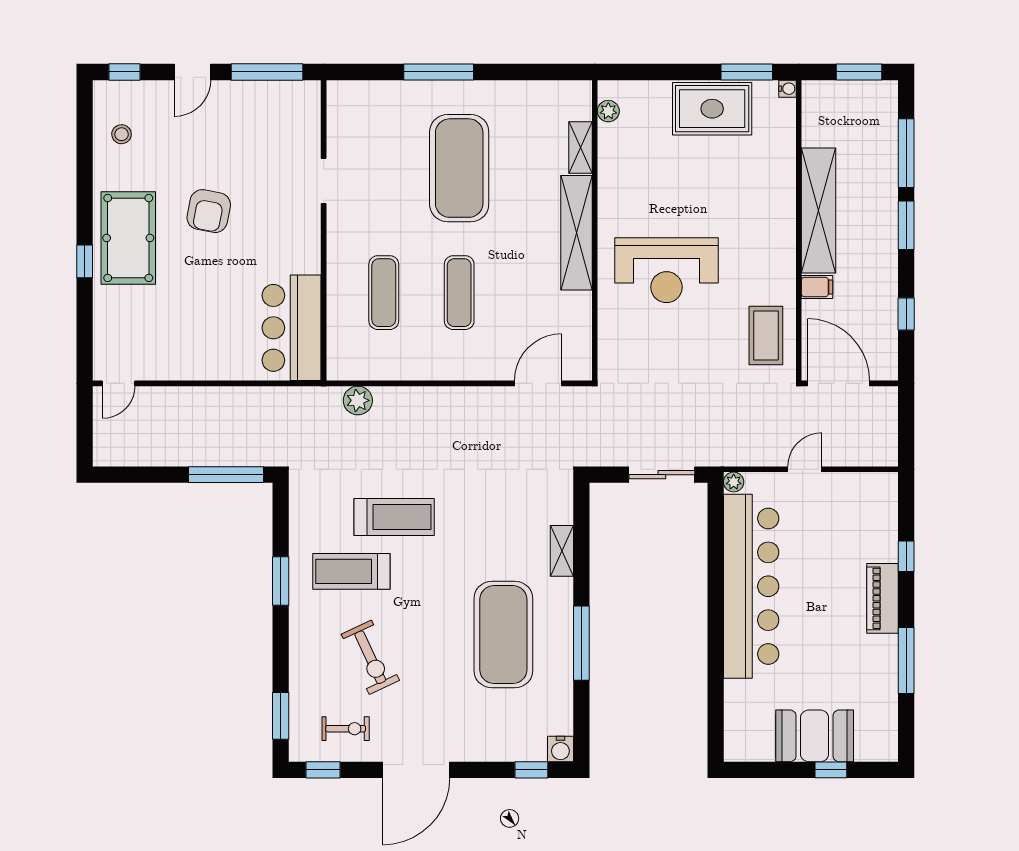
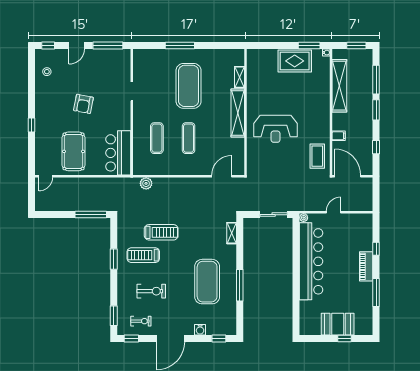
plant: (608, 111) -> (251, 62), removed
shelving: (819, 210) -> (339, 86), moved
pool table: (128, 238) -> (74, 151), moved
shelving: (562, 551) -> (232, 233), moved
exercise bike: (370, 657) -> (151, 291), turned -65
water cooler: (560, 749) -> (200, 330), moved

